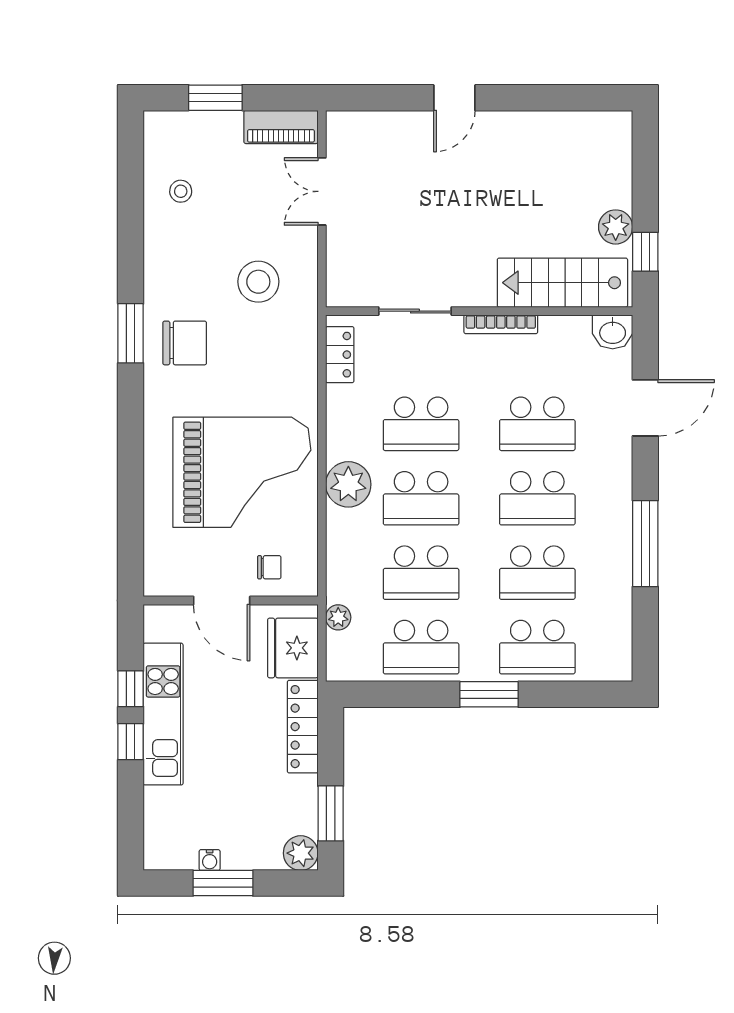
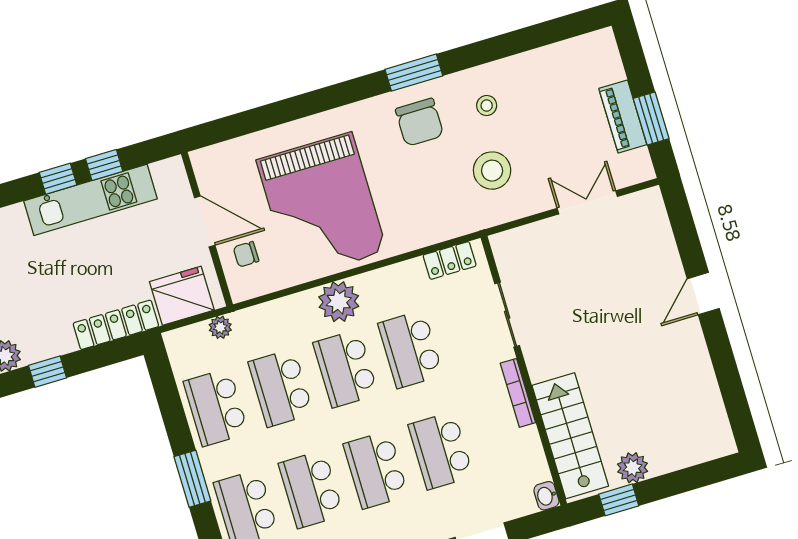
window: (215, 98) -> (651, 118), moved
door: (454, 98) -> (703, 294), hinge flipped
piano: (281, 127) -> (623, 117), moved
stool: (181, 191) -> (487, 106), moved
washbasin: (613, 332) -> (546, 496), width x0.72, depth x0.69
chair: (269, 567) -> (246, 254), turned 90
door: (222, 601) -> (205, 221), swing flipped
window: (331, 813) -> (47, 372), width x0.67

